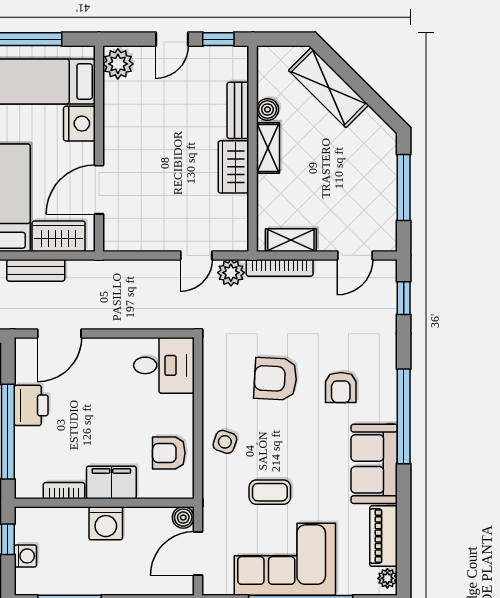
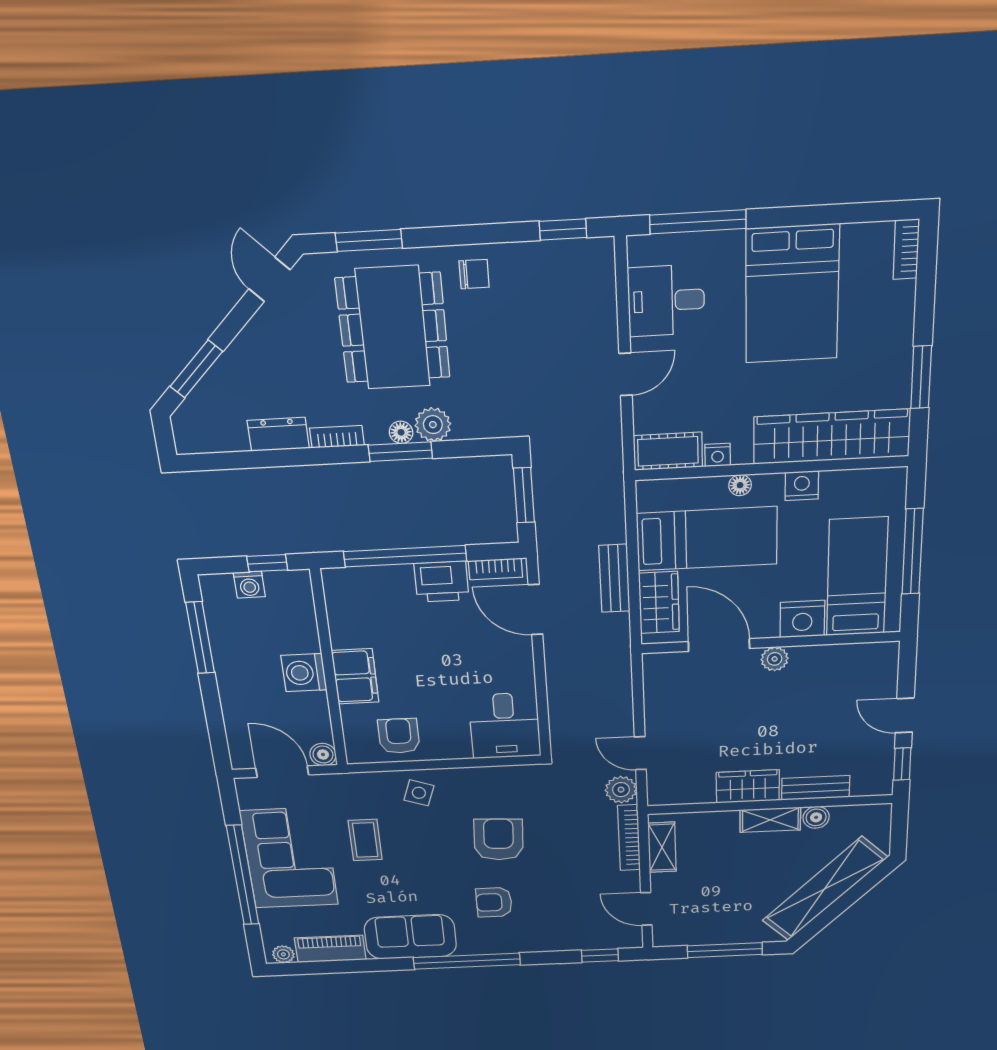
plant: (118, 64) -> (775, 659), moved, width x0.73, depth x0.73
shelving: (329, 88) -> (824, 889), width x1.47
bookcase: (64, 491) -> (495, 569), moved, turned 90

